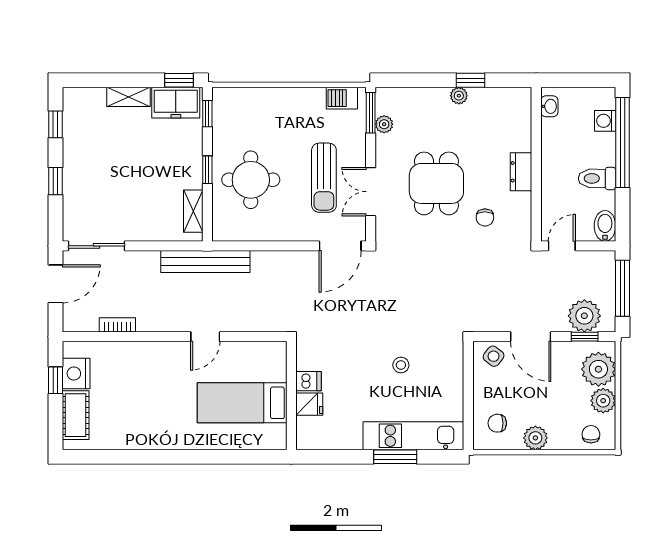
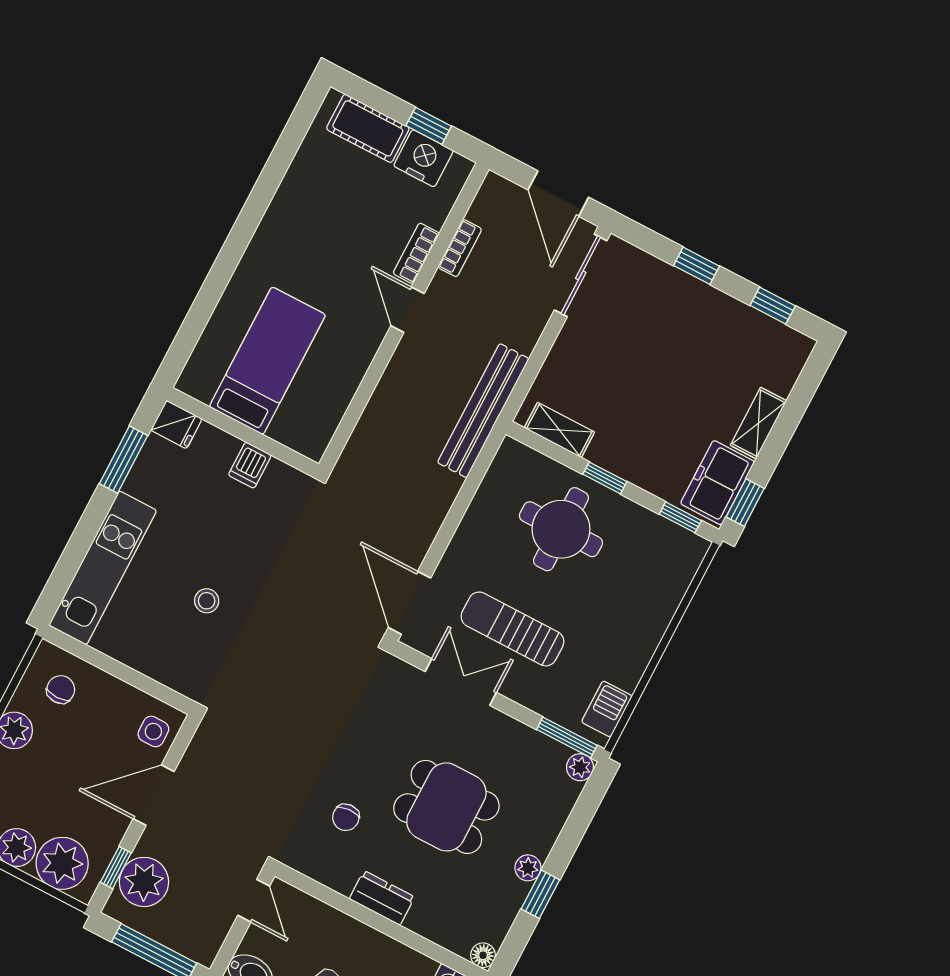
floor lamp: (524, 95) -> (483, 955), added
plant: (384, 124) -> (580, 767), moved
dining table: (436, 183) -> (446, 807), moved
chair: (485, 218) -> (346, 817), turned -93
door: (205, 337) -> (408, 310), moved
bookcase: (134, 349) -> (416, 253), added
side table: (494, 356) -> (153, 731), turned -38
fridge: (309, 404) -> (176, 425), moved, turned -90
window: (395, 457) -> (123, 460), moved

